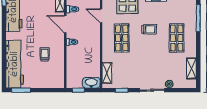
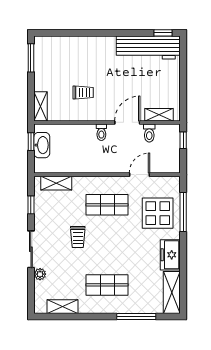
trolley: (149, 29) -> (78, 237), moved
workbench: (15, 64) -> (69, 49), removed
washbasin: (91, 83) -> (42, 145), moved
shelving: (54, 84) -> (41, 106), added

